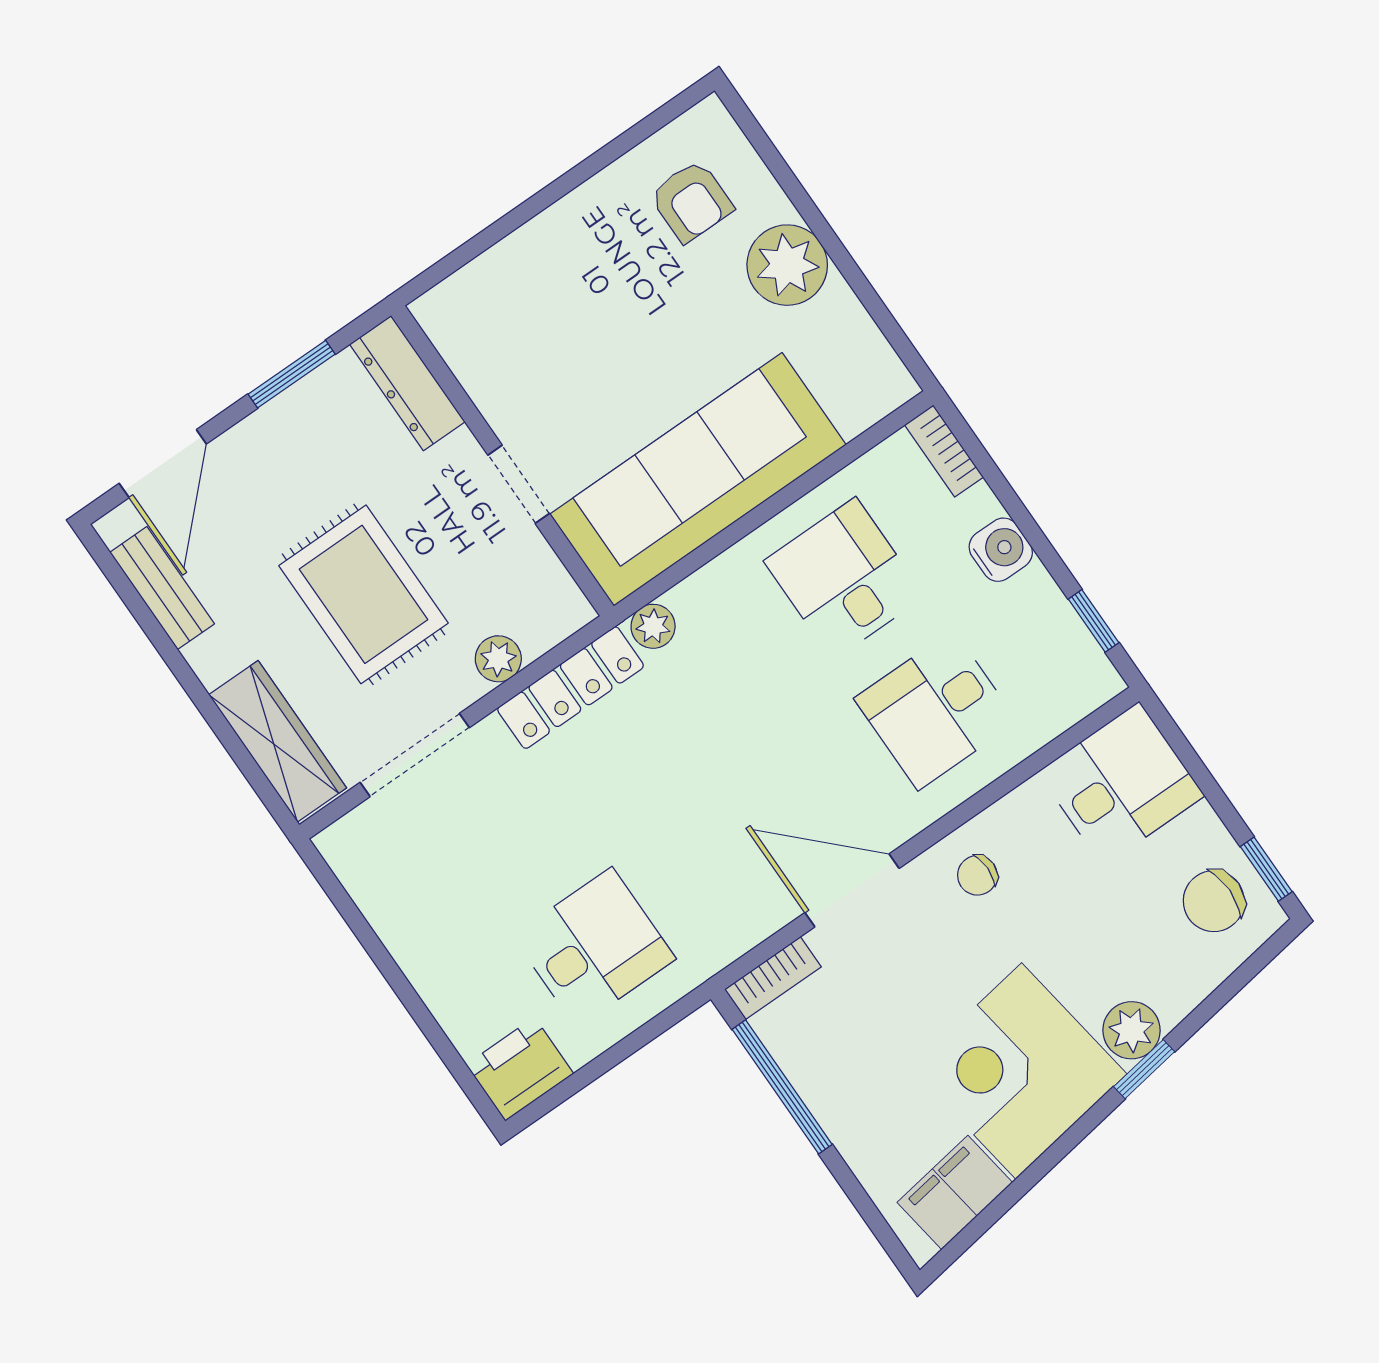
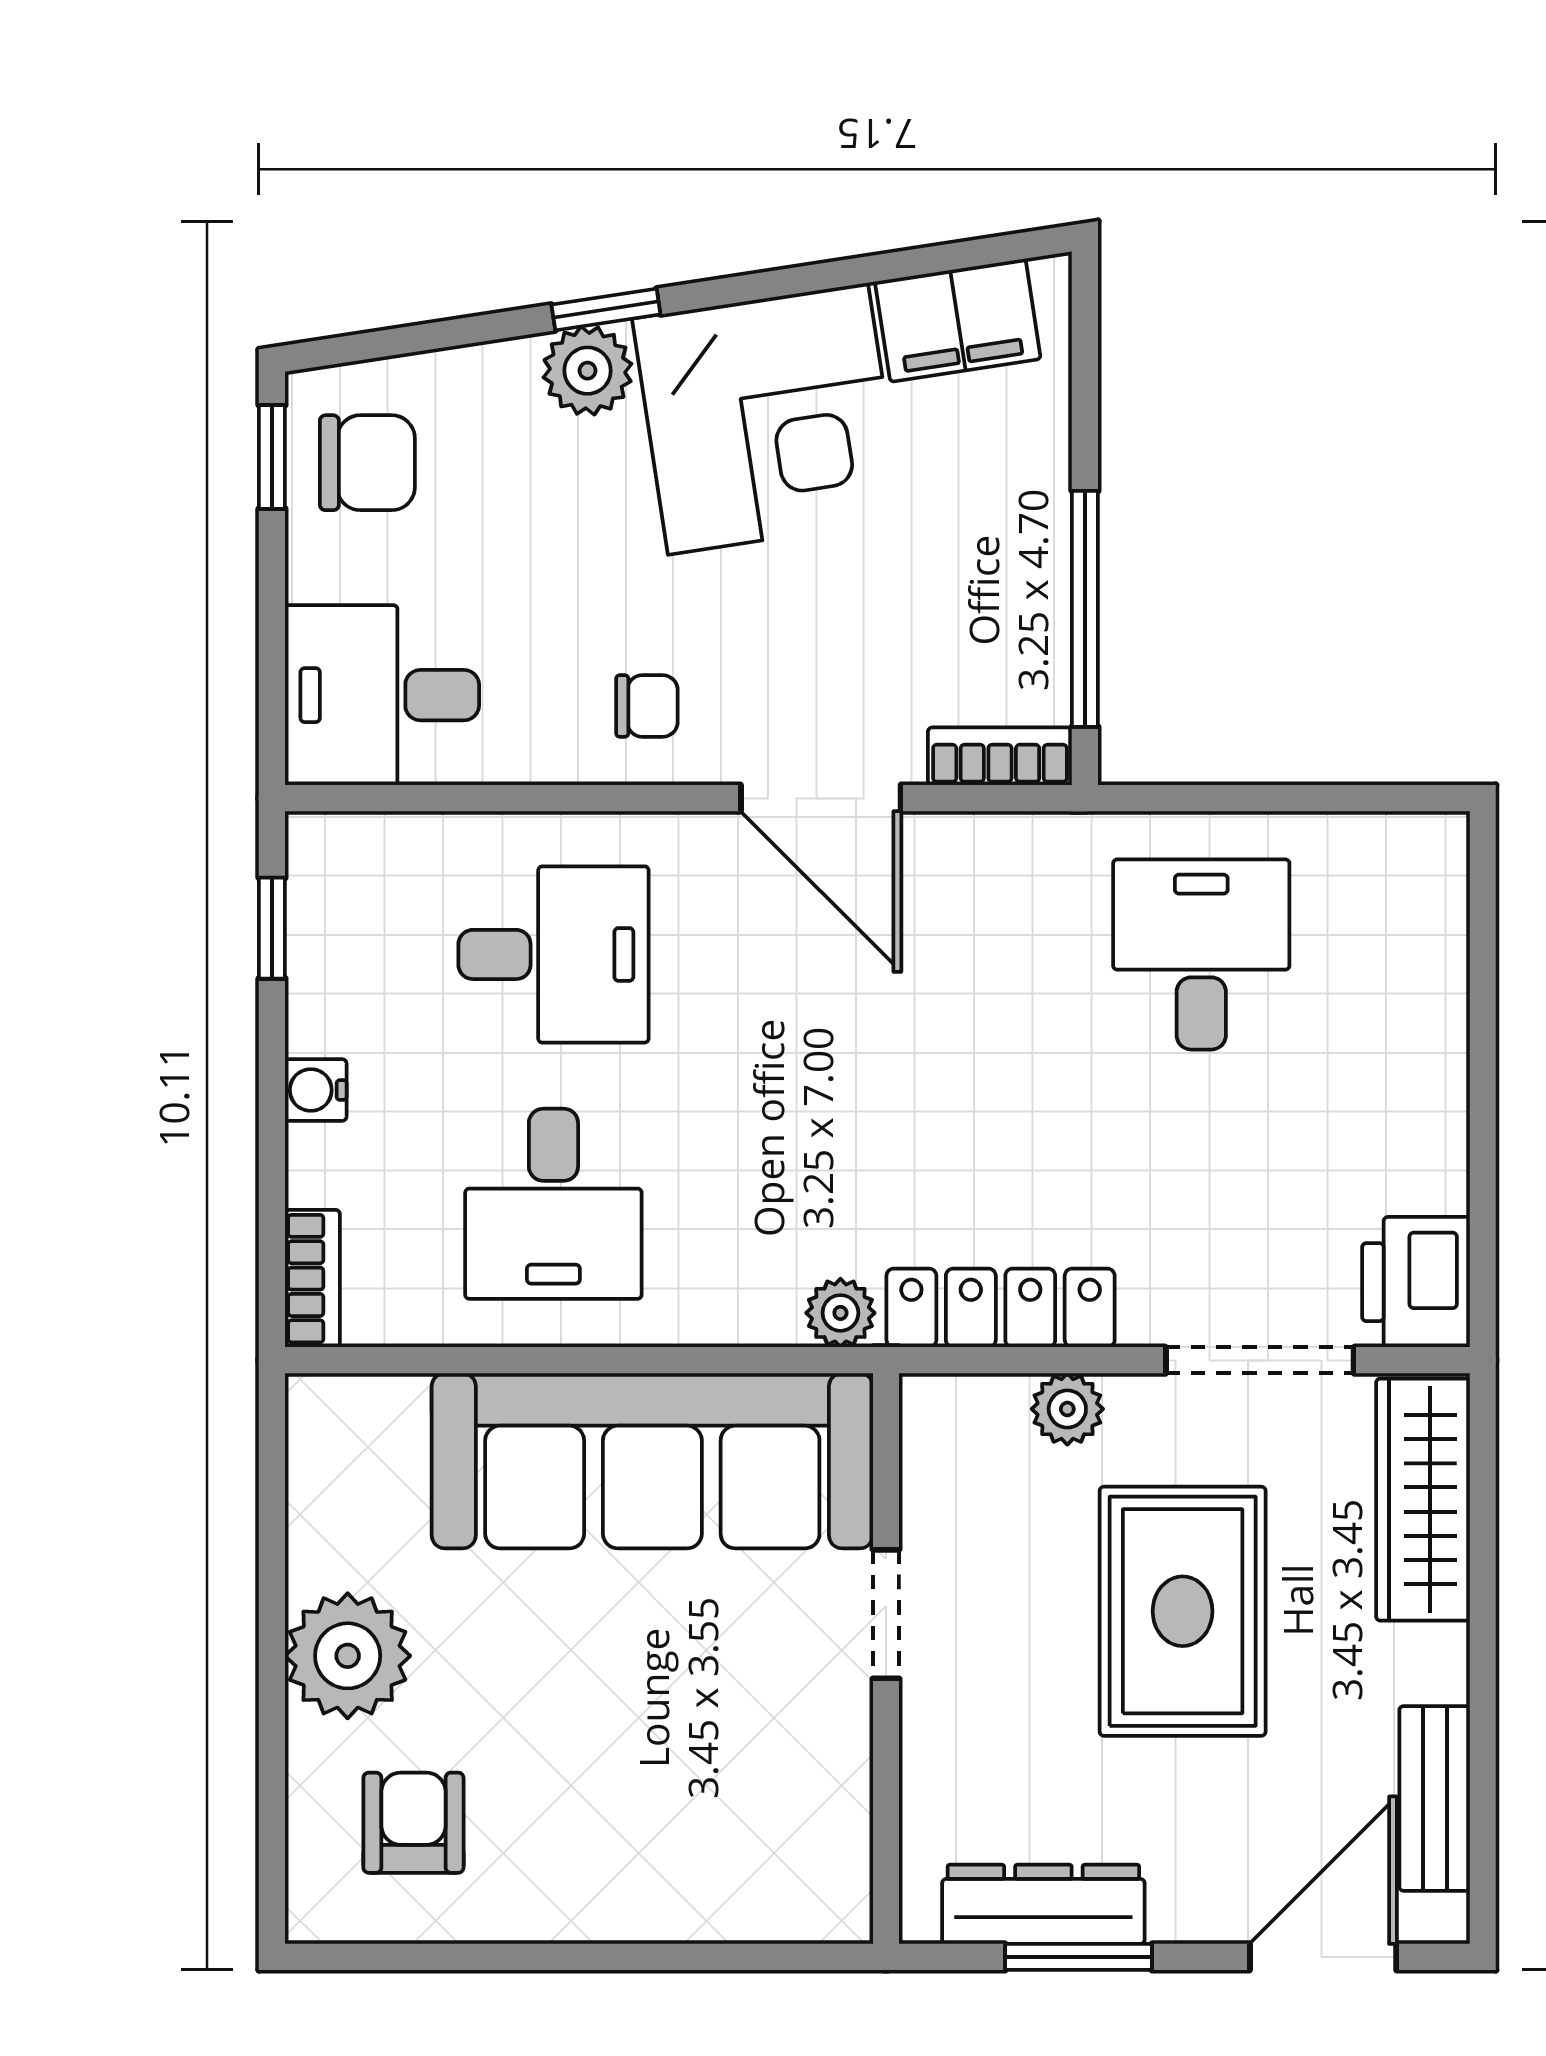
dresser: (407, 383) -> (1043, 1904), moved, turned -90
water cooler: (1001, 550) -> (316, 1090), width x0.72, depth x0.72
desk: (594, 947) -> (1201, 954), turned 90
printer: (520, 1069) -> (1416, 1282), moved, turned 90

